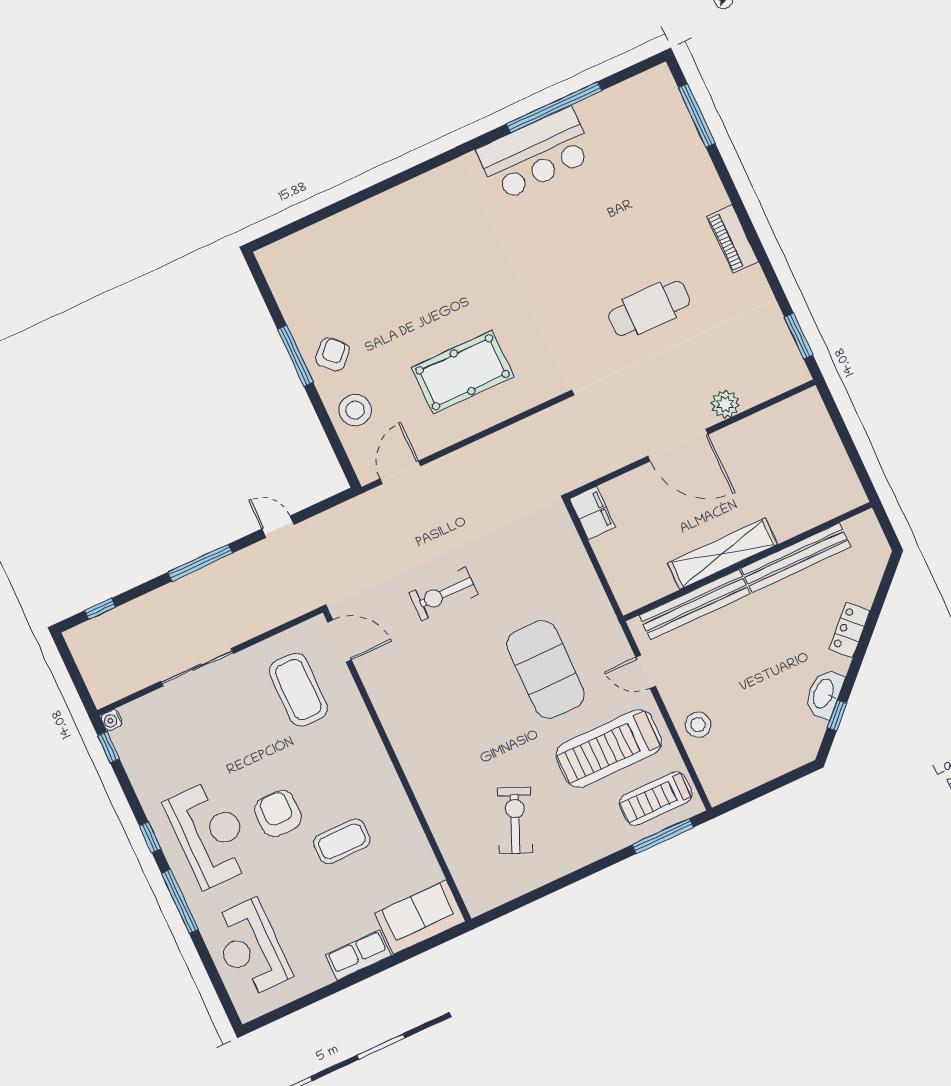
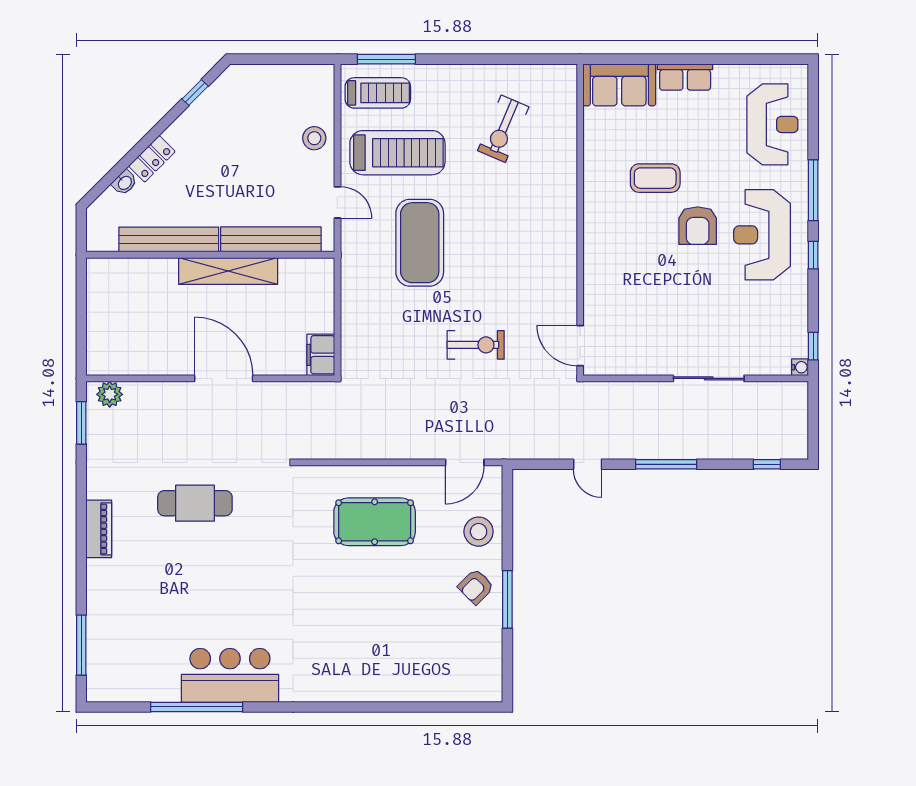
plant: (725, 404) -> (110, 394), moved
coffee table: (298, 690) -> (633, 321), removed
washbasin: (824, 694) -> (125, 183), moved, width x0.52, depth x0.69

